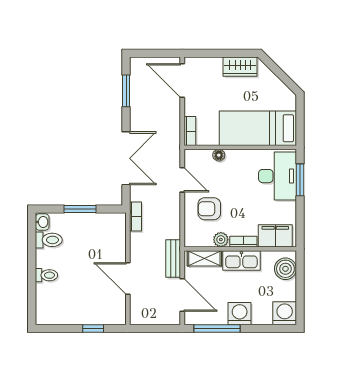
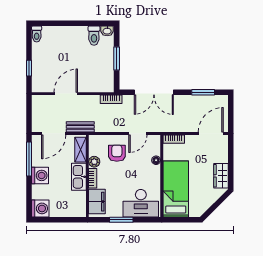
window: (300, 180) -> (121, 220), moved
boiler: (285, 269) -> (73, 209), removed
toilet: (46, 275) -> (37, 34), moved

